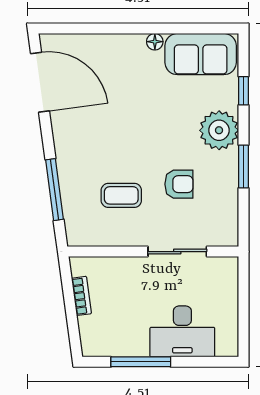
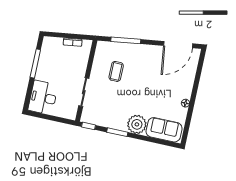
sofa: (201, 54) -> (164, 130), moved, turned 90
window: (243, 91) -> (88, 126), moved
armchair: (179, 184) -> (116, 100), removed
desk: (182, 331) -> (43, 98), moved

